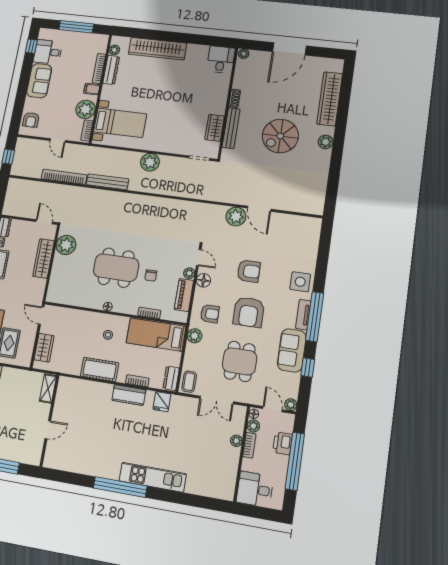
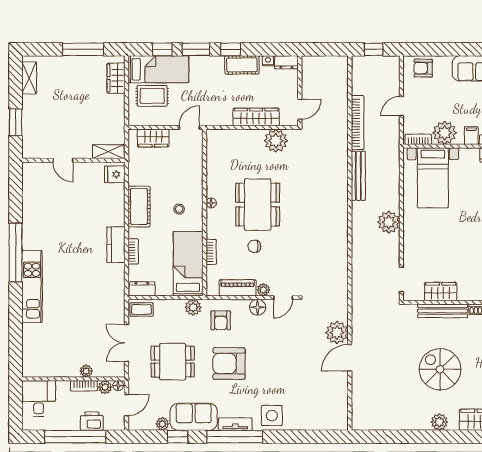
armchair: (249, 271) -> (276, 357), removed
fridge: (162, 402) -> (115, 174), moved
plant: (291, 405) -> (162, 424), moved

